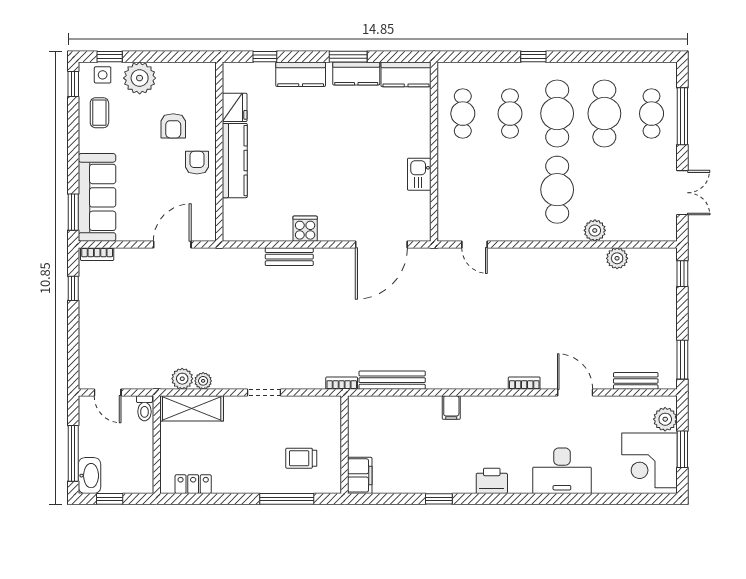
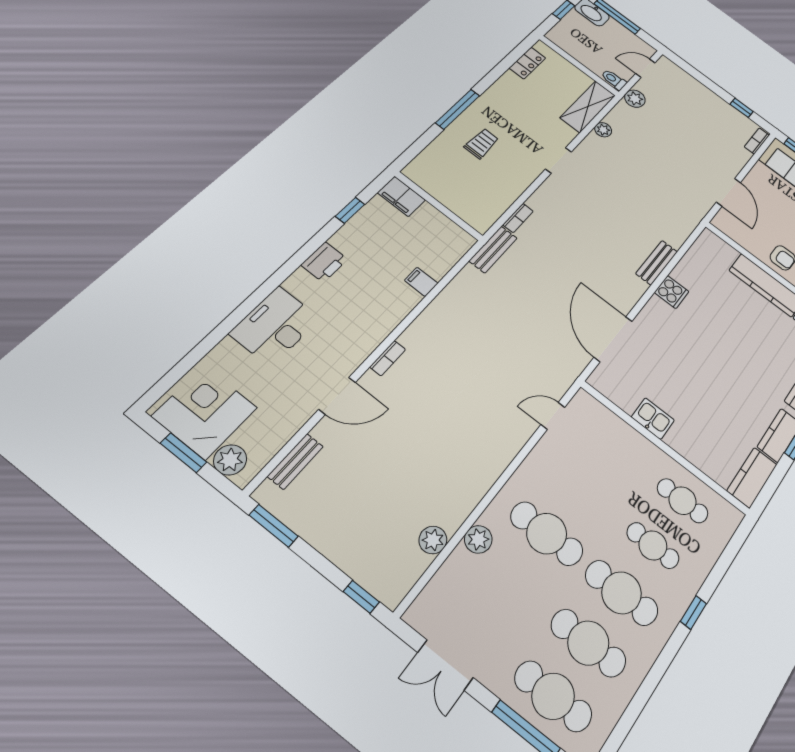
cafe table: (652, 114) -> (553, 696), width x1.37, depth x1.35
plant: (182, 379) -> (635, 99), moved
bench: (392, 380) -> (493, 250), width x0.73
wall: (344, 445) -> (439, 206), moved
filing cabinet: (360, 475) -> (401, 196), moved

